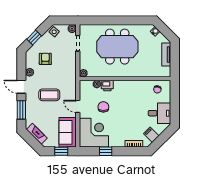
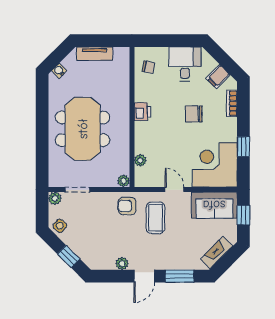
armchair: (45, 59) -> (127, 206), moved
printer: (107, 86) -> (142, 112), moved
coffee table: (49, 95) -> (155, 218), moved
door: (78, 106) -> (174, 190), swing flipped
chair: (103, 107) -> (194, 114), moved

